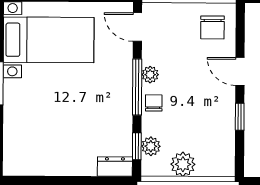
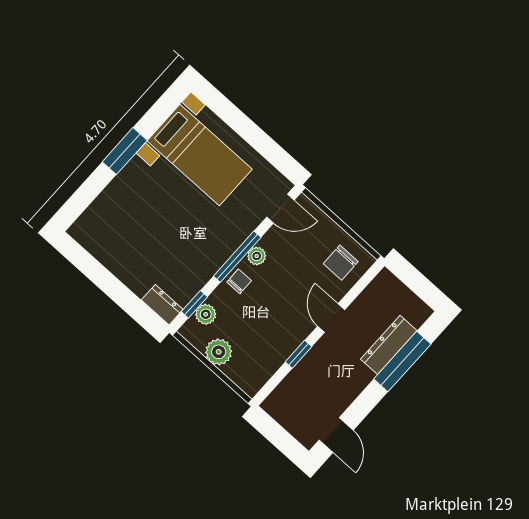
door: (137, 27) -> (281, 209), swing flipped

